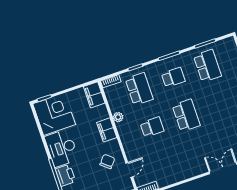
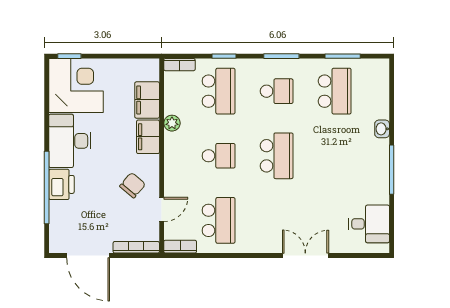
filing cabinet: (94, 95) -> (147, 100), moved
school desk: (165, 165) -> (219, 220), added

